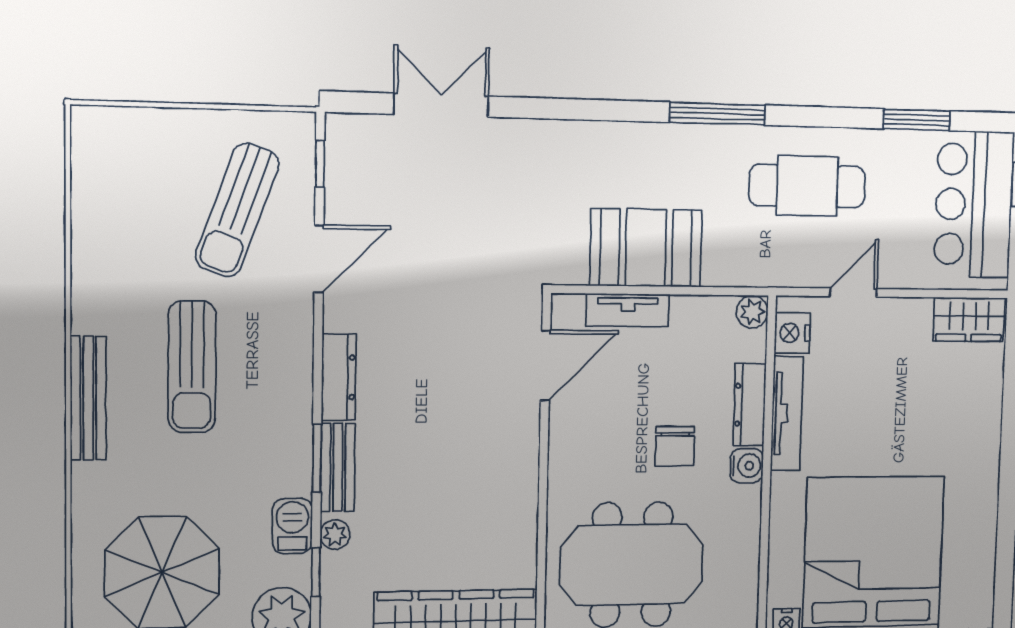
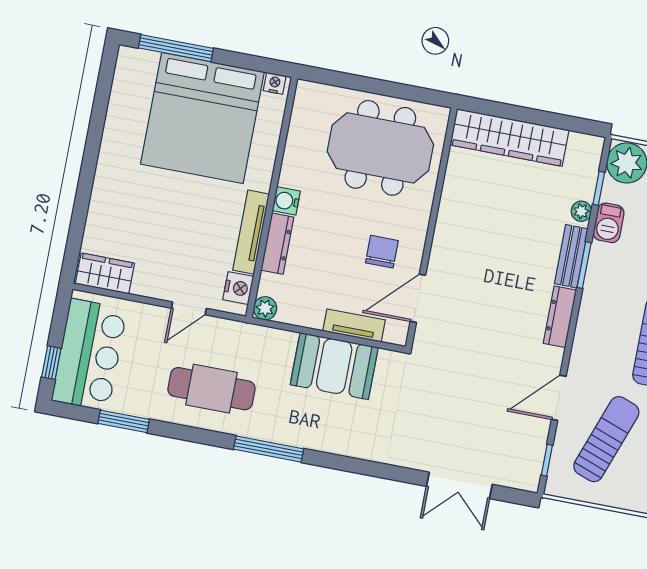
chair: (675, 446) -> (382, 252), moved

